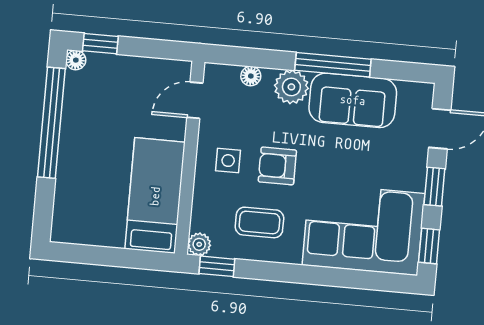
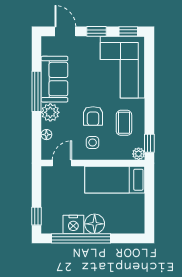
floor lamp: (76, 60) -> (95, 224), moved, width x1.89, depth x1.89
door: (195, 100) -> (62, 163), swing flipped
nightstand: (79, 111) -> (73, 224), added

